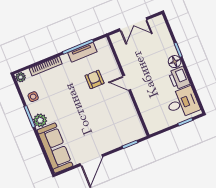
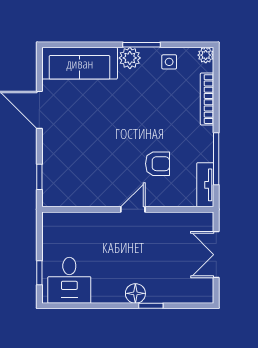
tv unit: (82, 52) -> (205, 185), moved
printer: (179, 78) -> (108, 290), removed

